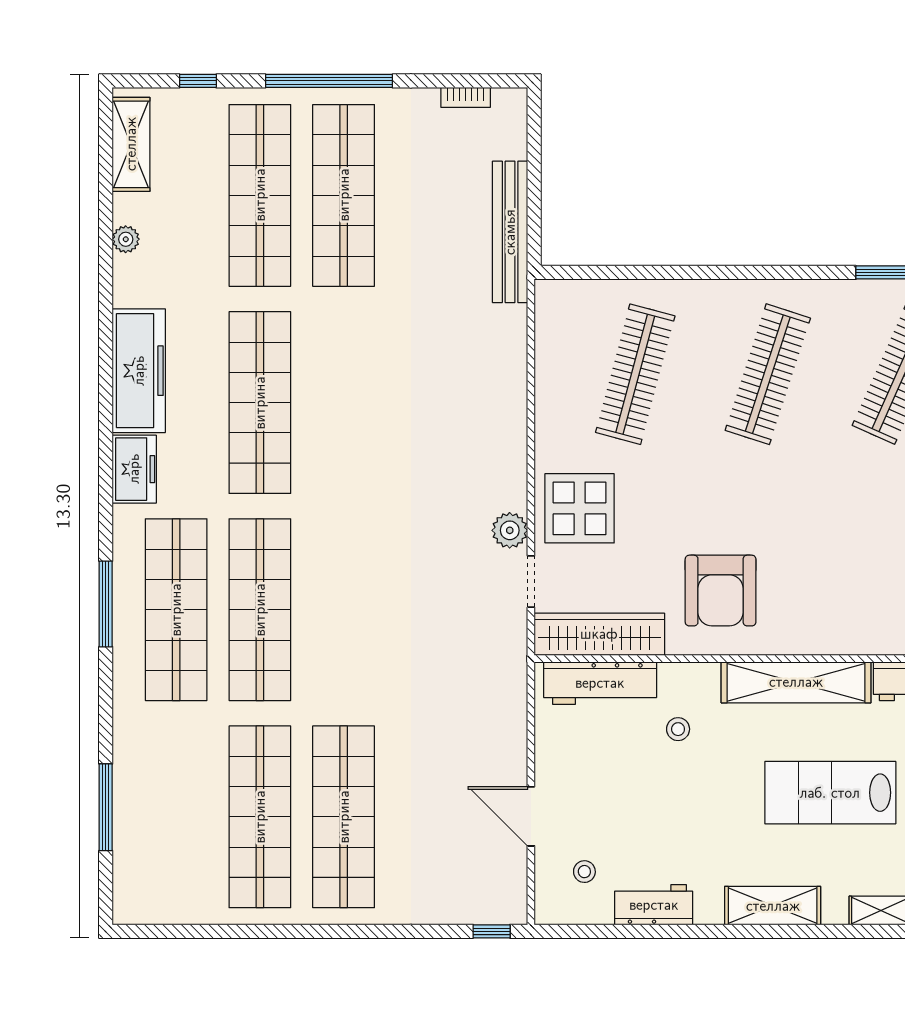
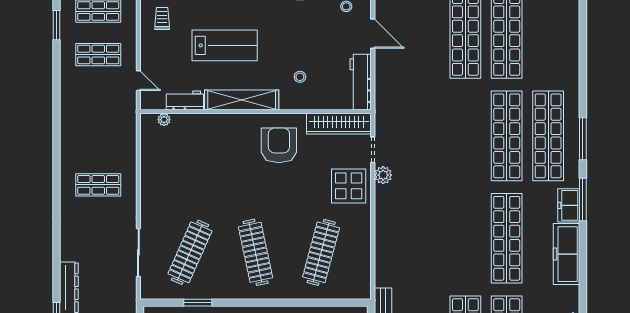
clothes rail: (768, 374) -> (256, 252), turned -30
workbench: (600, 683) -> (361, 82), moved, turned -90
window: (106, 807) -> (583, 200), moved

